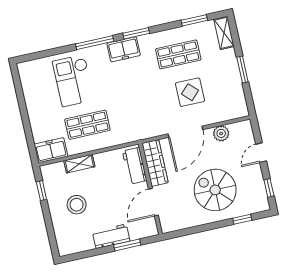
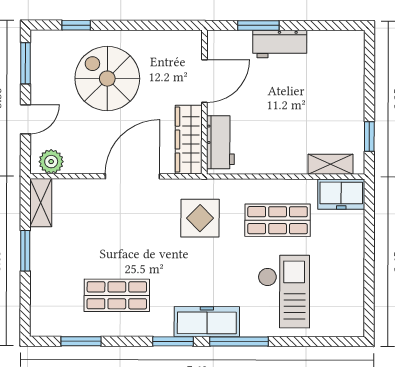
shelving: (224, 33) -> (41, 203), moved
freezer: (124, 49) -> (207, 322), width x1.40
display table: (190, 92) -> (200, 218), moved
plant: (221, 133) -> (51, 162), moved
shelving: (79, 164) -> (330, 164), moved
window: (269, 188) -> (26, 63), width x1.50
spiral stairs: (215, 190) -> (107, 79), turned 180
stool: (77, 205) -> (321, 103), removed

